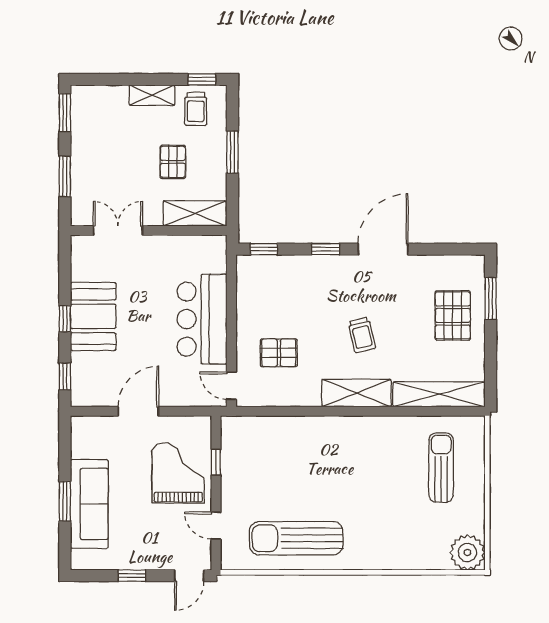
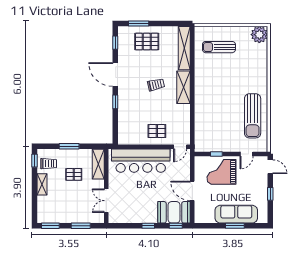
window: (264, 249) -> (115, 43), moved
booth: (93, 316) -> (174, 212), moved
bar counter: (202, 319) -> (141, 161), width x1.36
pallet: (279, 353) -> (157, 131), moved, turned 90

